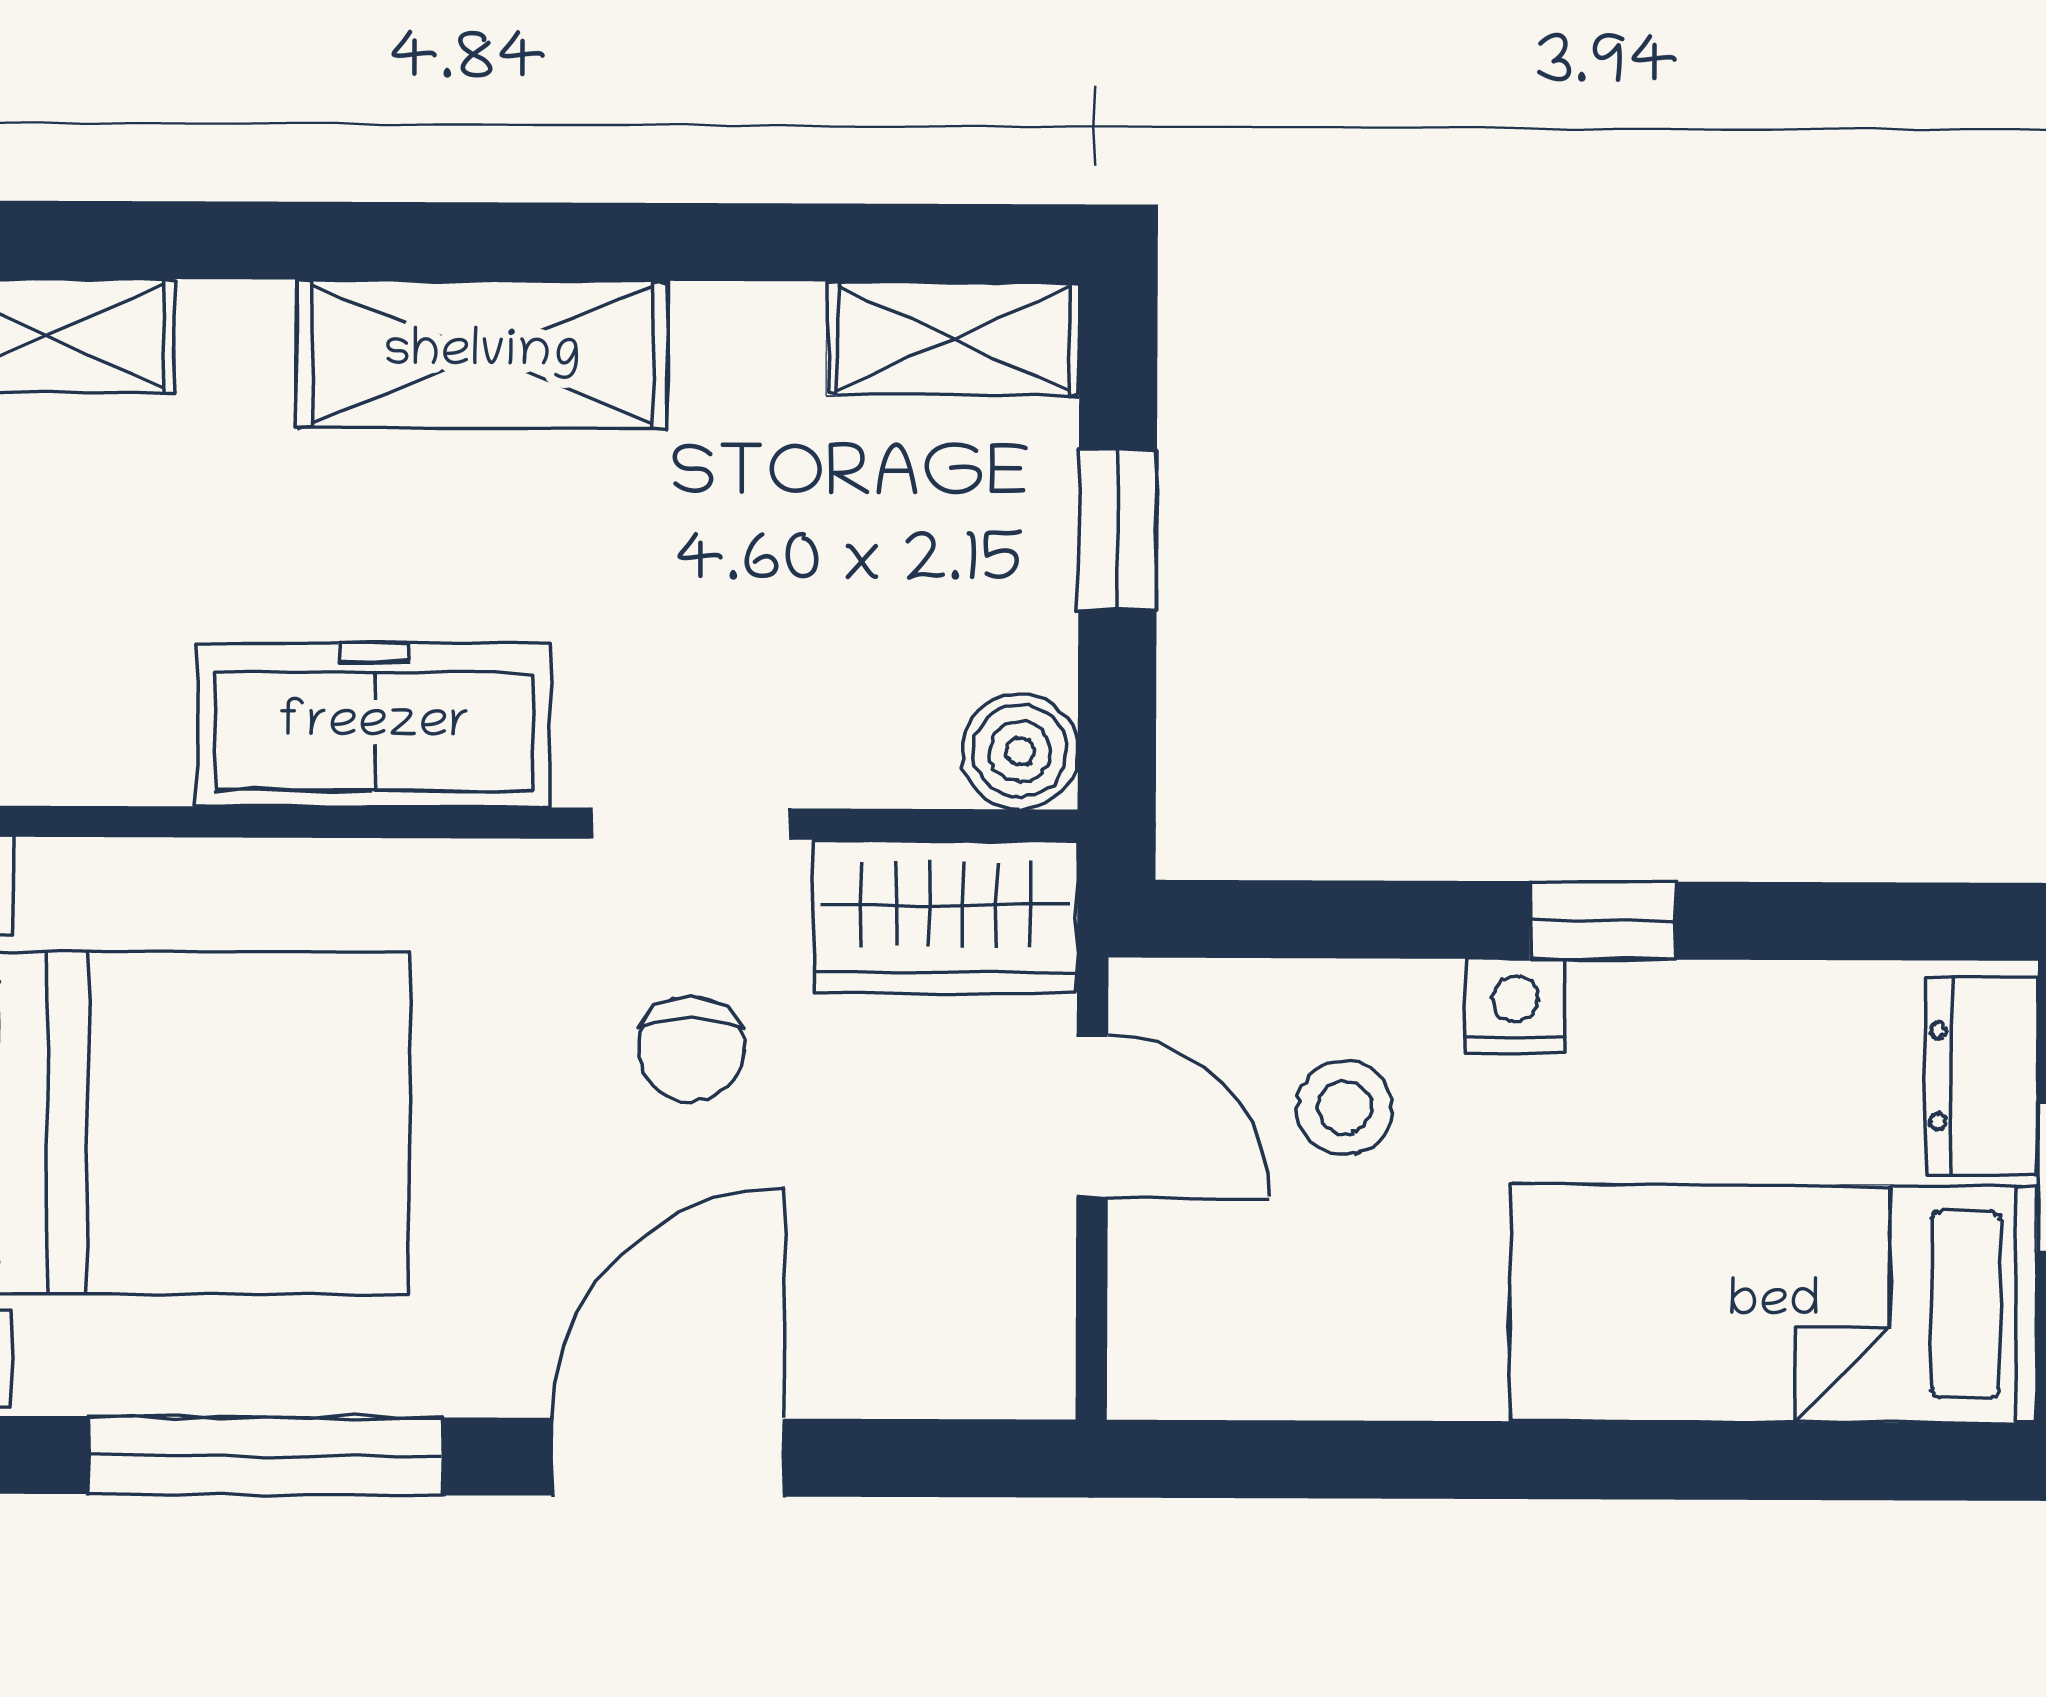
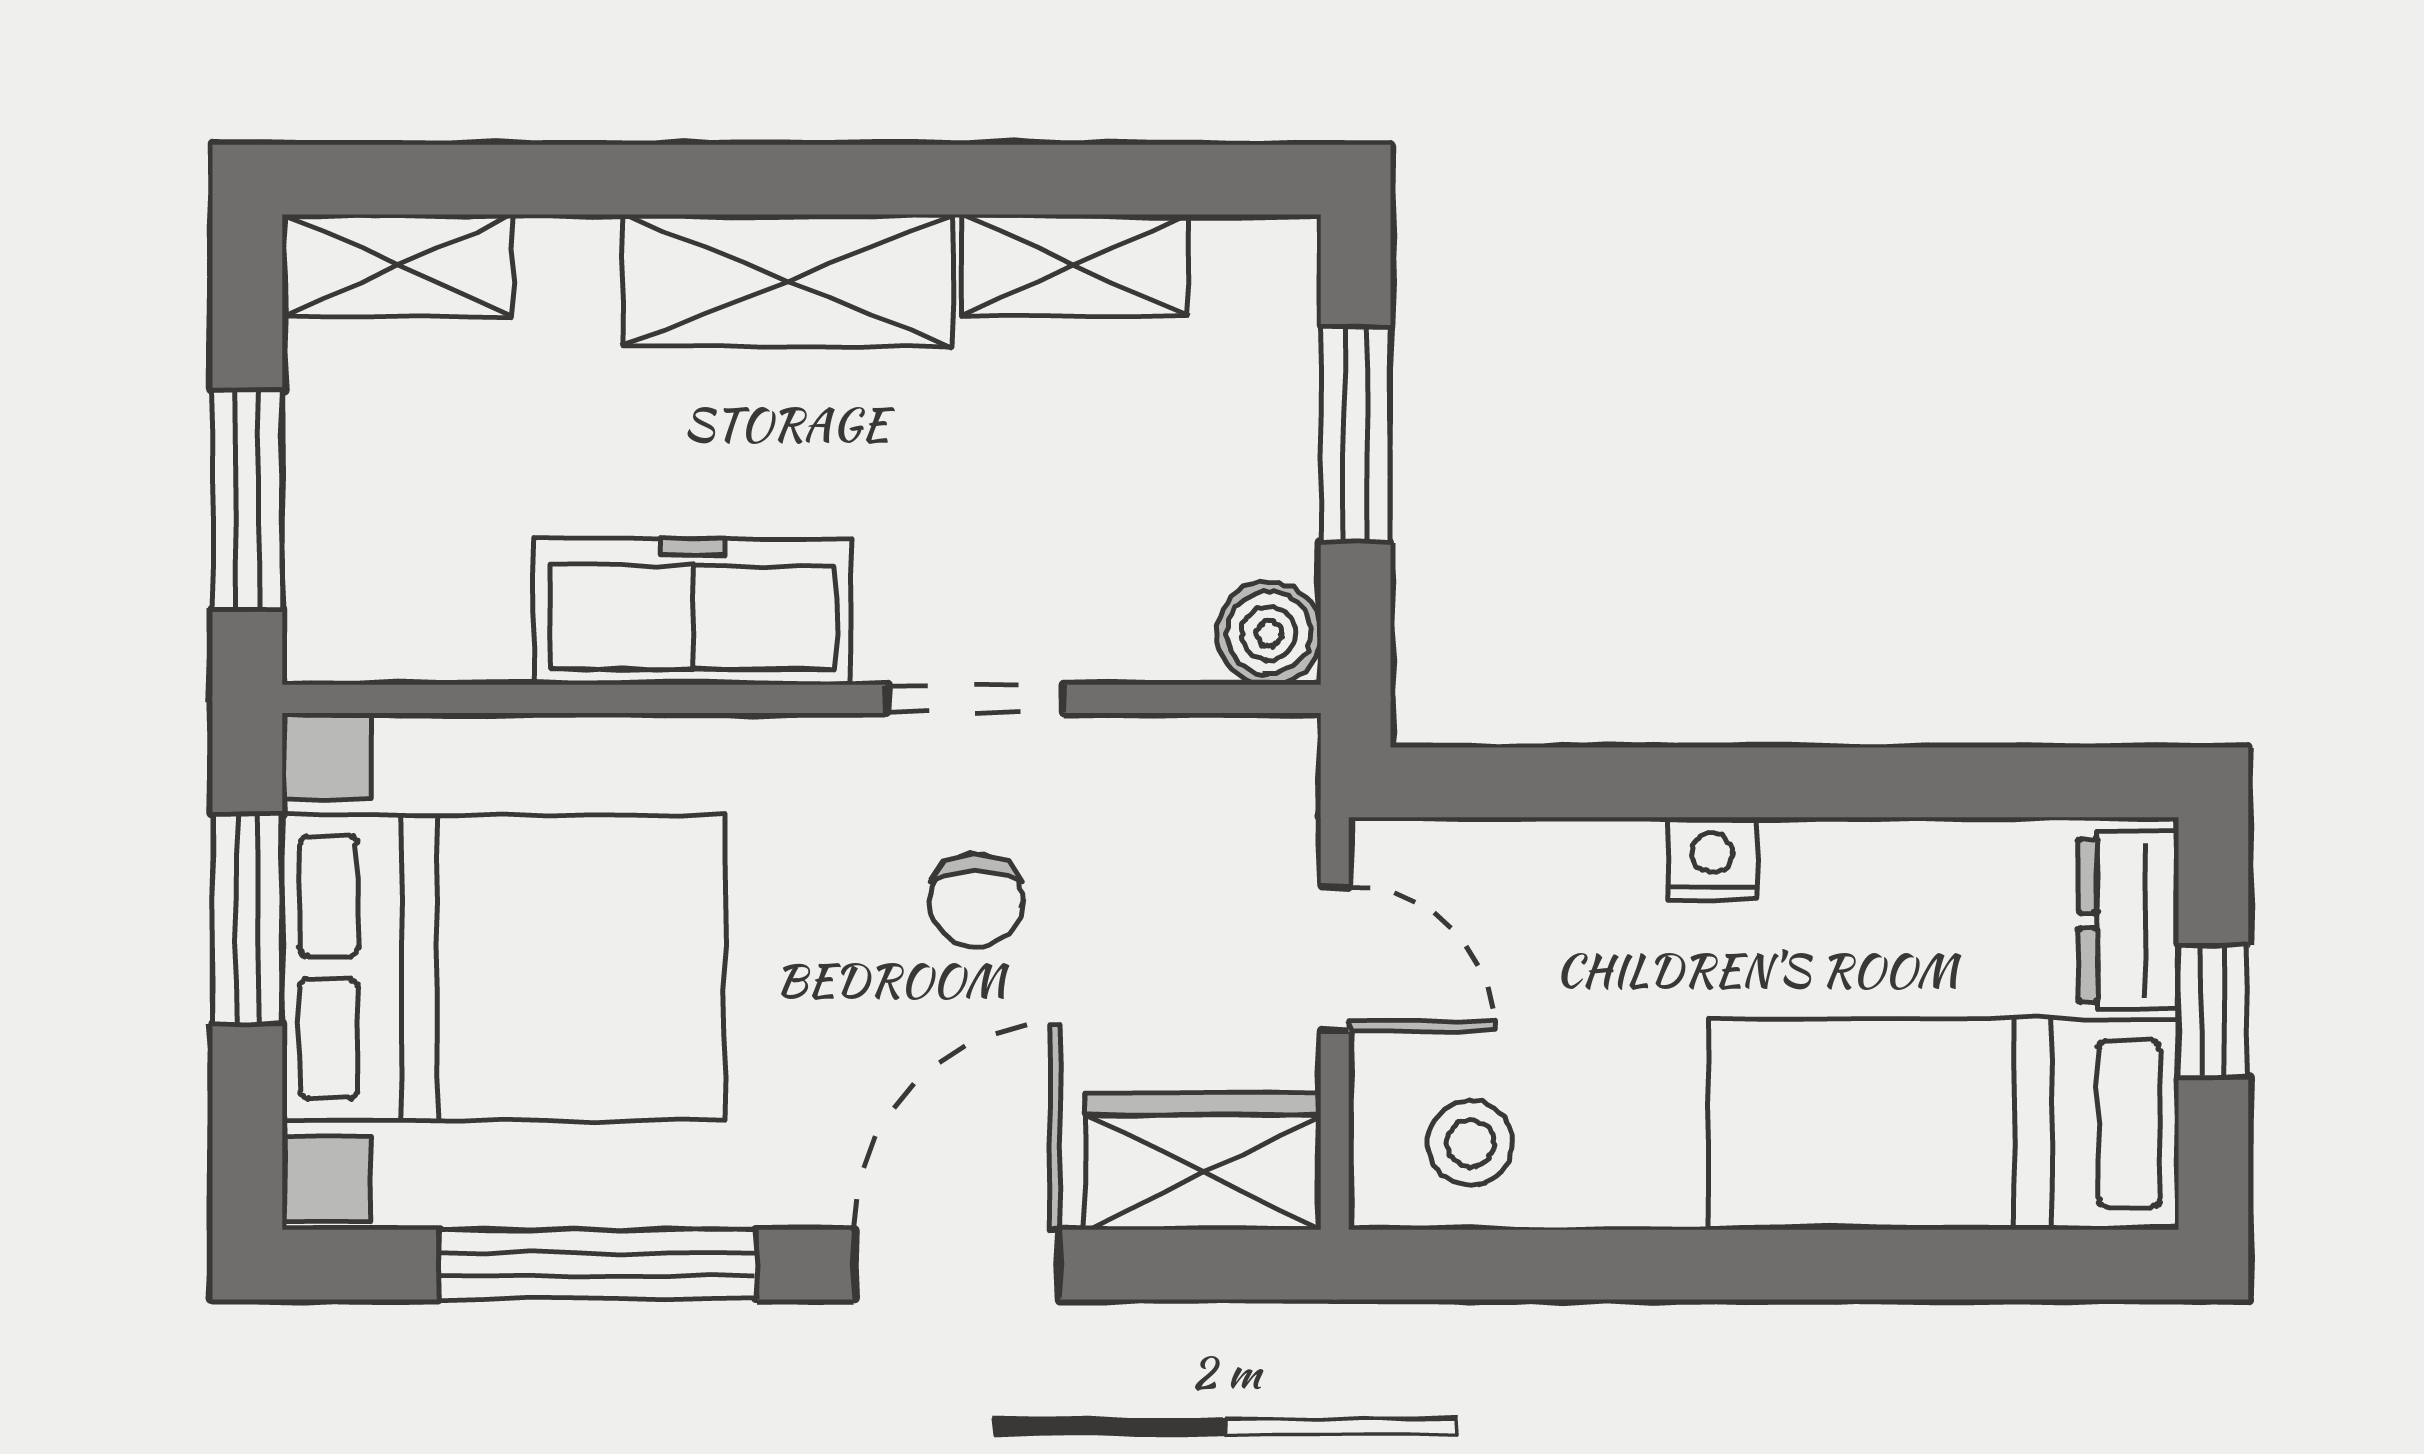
shelving: (953, 339) -> (1075, 265), moved
window: (1118, 529) -> (1356, 435), width x1.50
wardrobe: (946, 917) -> (1203, 1162), moved, turned 180
window: (1602, 920) -> (1790, 782), removed
stool: (1344, 1107) -> (1471, 1143), moved

